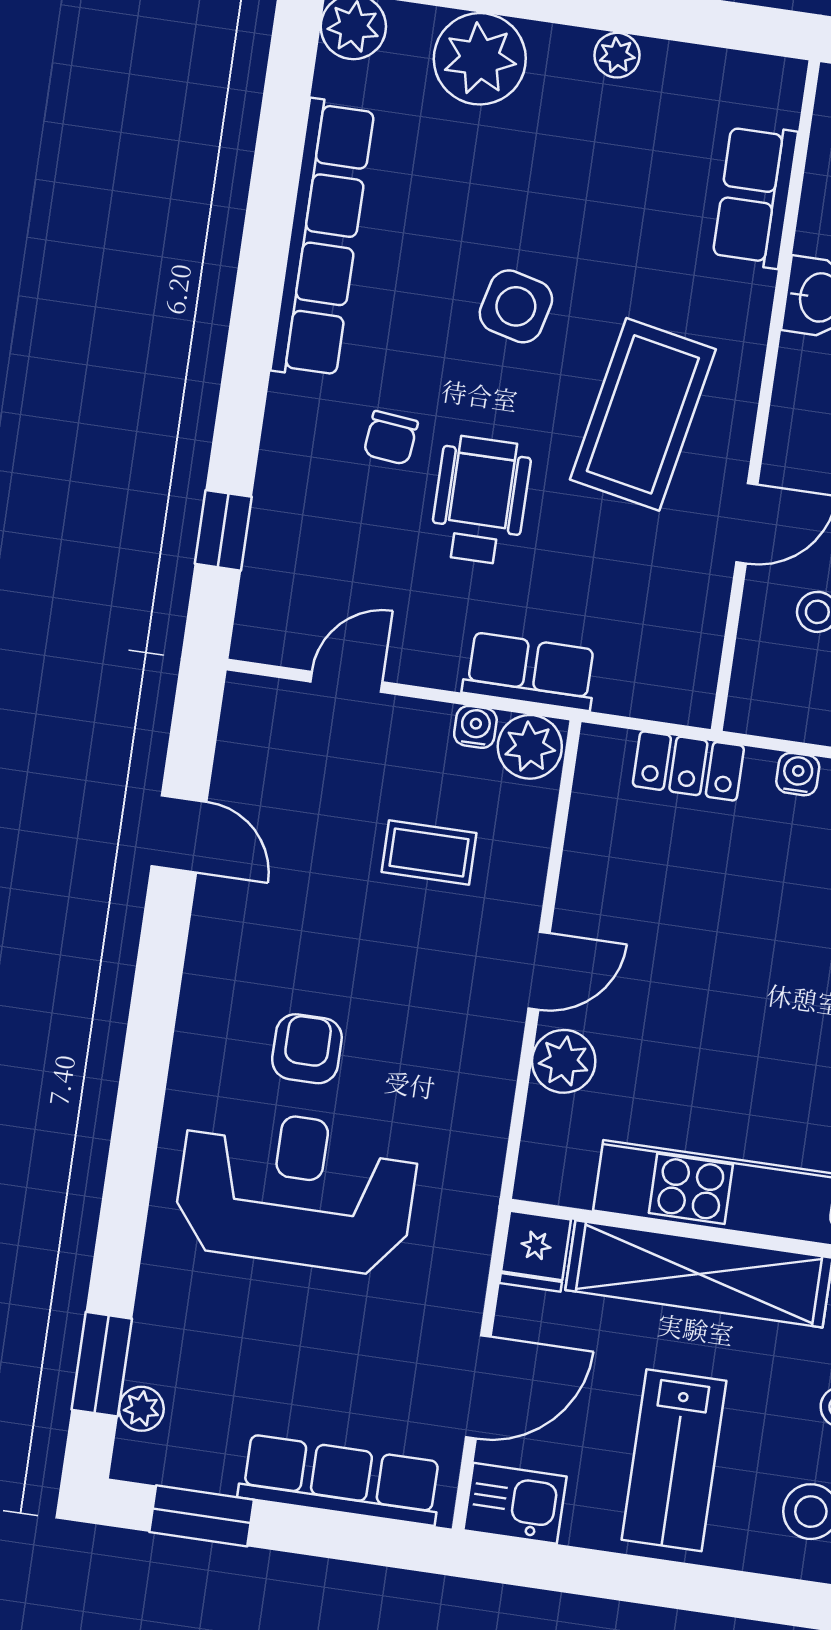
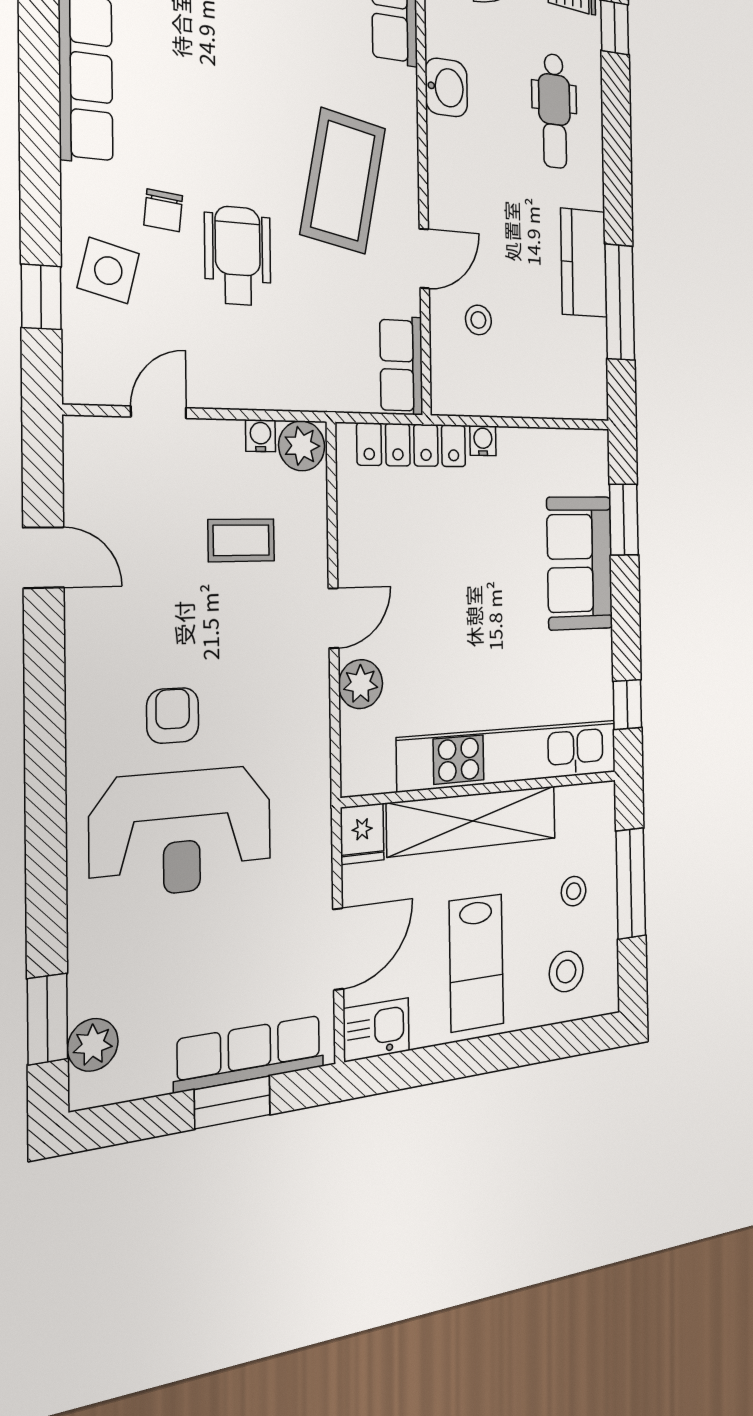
side table: (516, 306) -> (108, 271), moved
row of seats: (530, 671) -> (401, 365), moved, turned -90
locker: (688, 766) -> (412, 445), width x1.53
reception desk: (296, 1190) -> (182, 832), turned 180
plant: (141, 1409) -> (93, 1045), width x1.38, depth x1.38
window: (202, 1516) -> (232, 1102), moved

